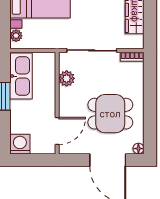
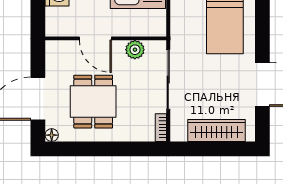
door: (57, 131) -> (95, 38), moved

